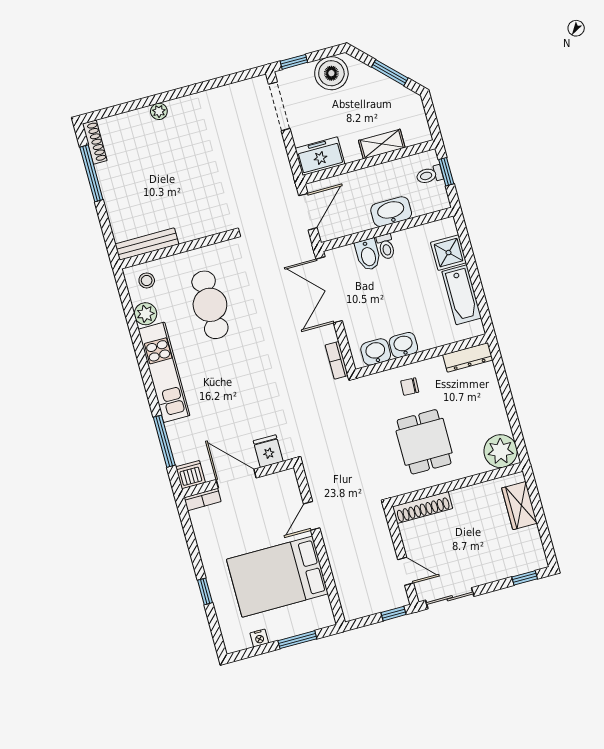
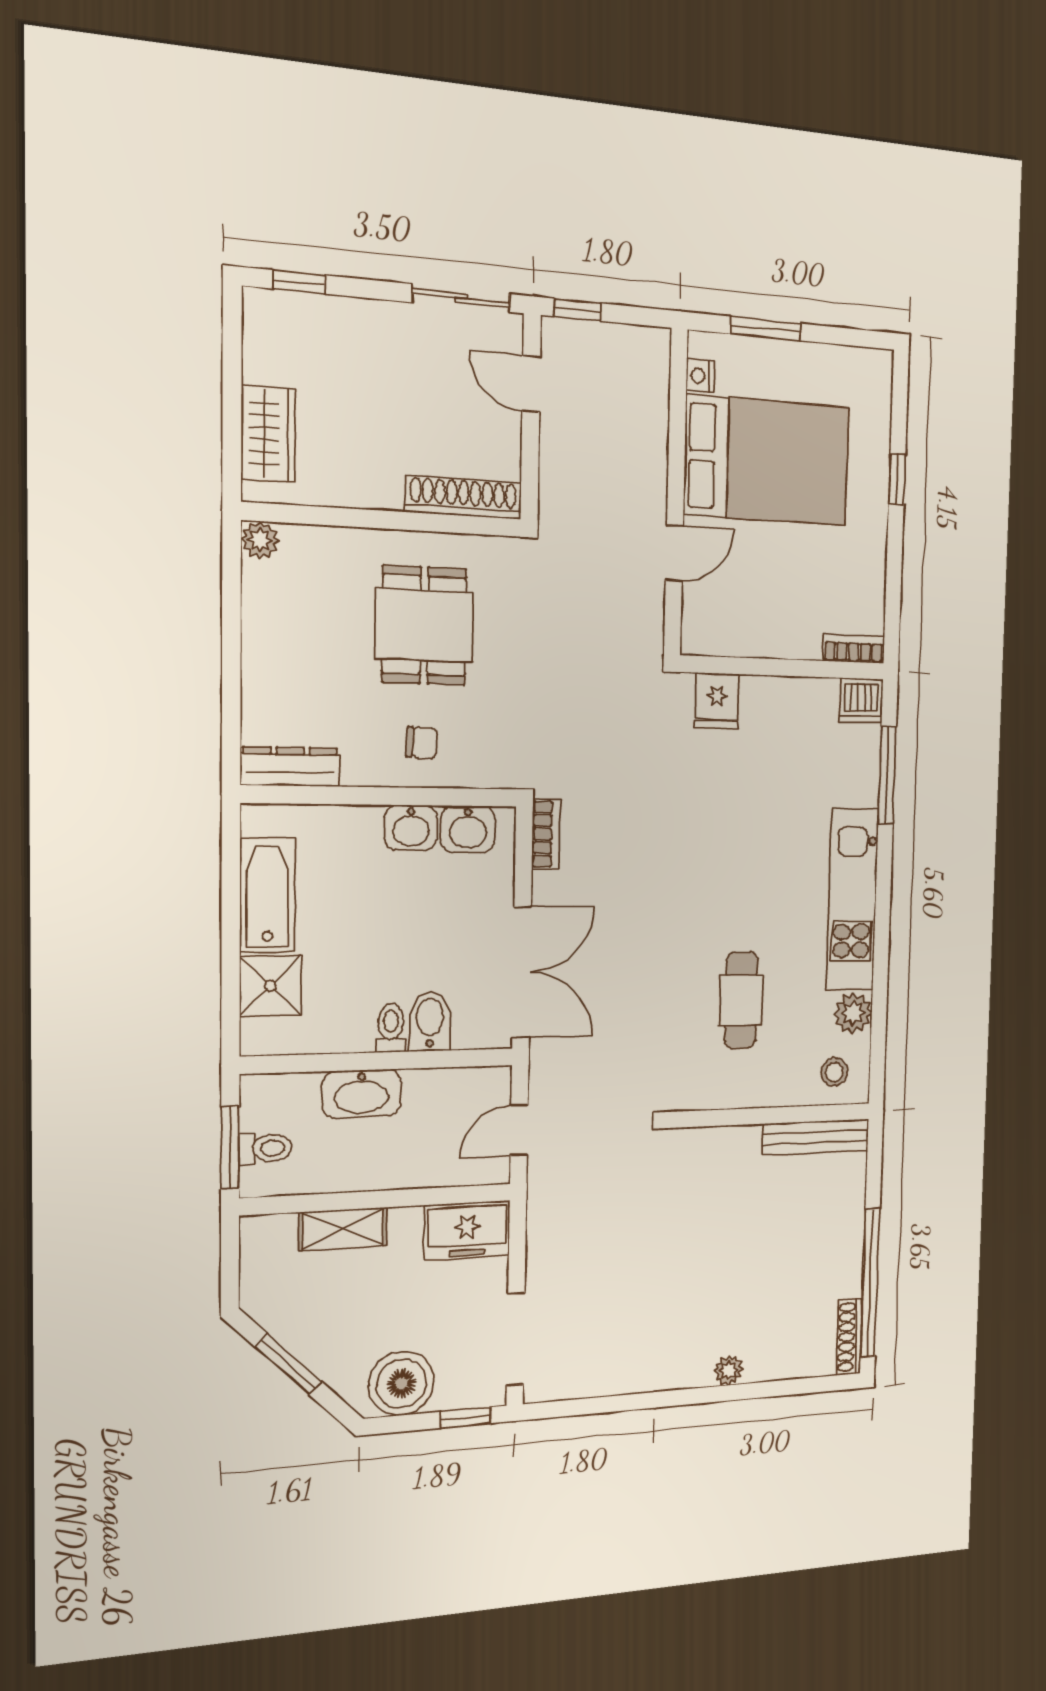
window: (446, 172) -> (230, 1147), width x1.50
window: (91, 173) -> (870, 1283), width x1.46
door: (308, 212) -> (519, 1130), width x0.73
cafe table: (210, 305) -> (741, 1000), width x0.73, depth x0.74
plant: (501, 451) -> (260, 540), width x0.53, depth x0.53
door: (236, 479) -> (786, 668), removed
nightstand: (259, 638) -> (700, 376), moved, turned -90

